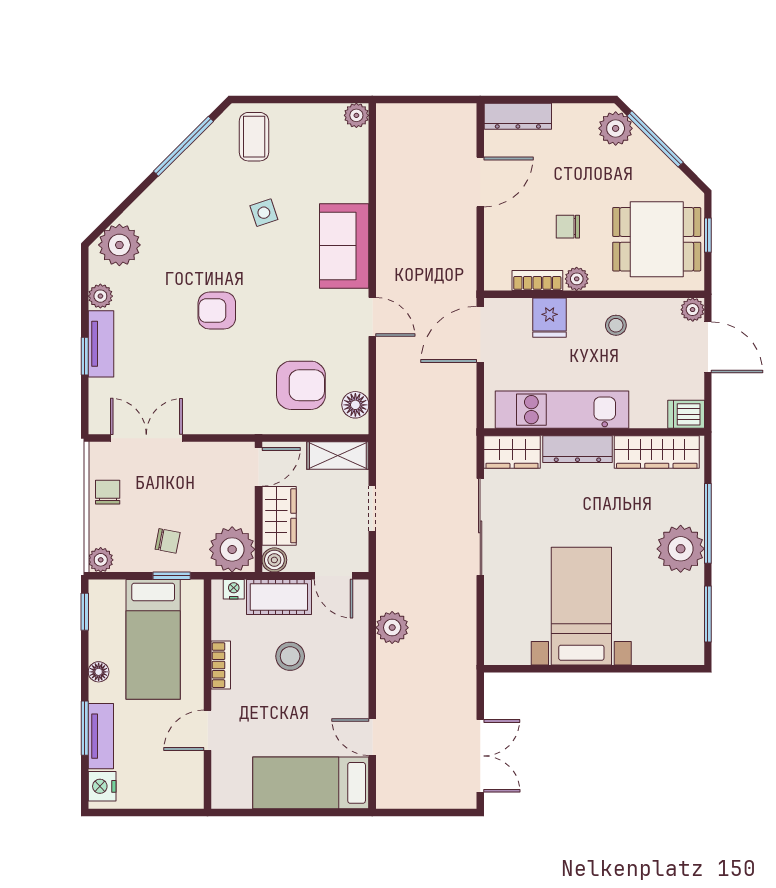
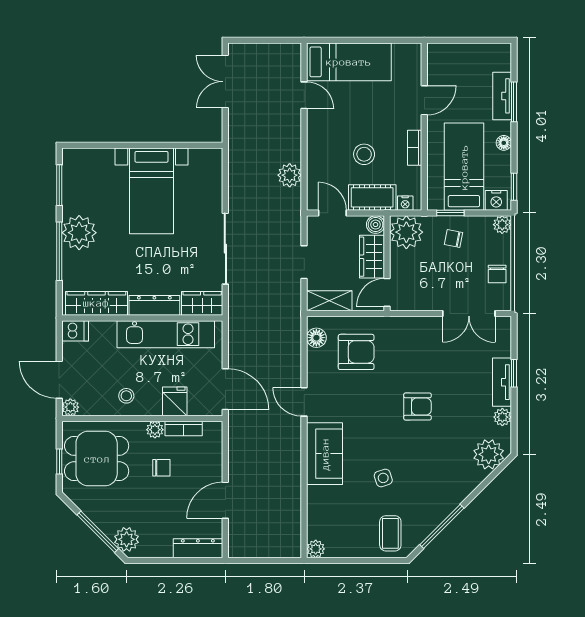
door: (480, 334) -> (225, 389), hinge flipped
armchair: (301, 385) -> (356, 352), turned 180
nightstand: (102, 786) -> (496, 200), moved, turned 90

